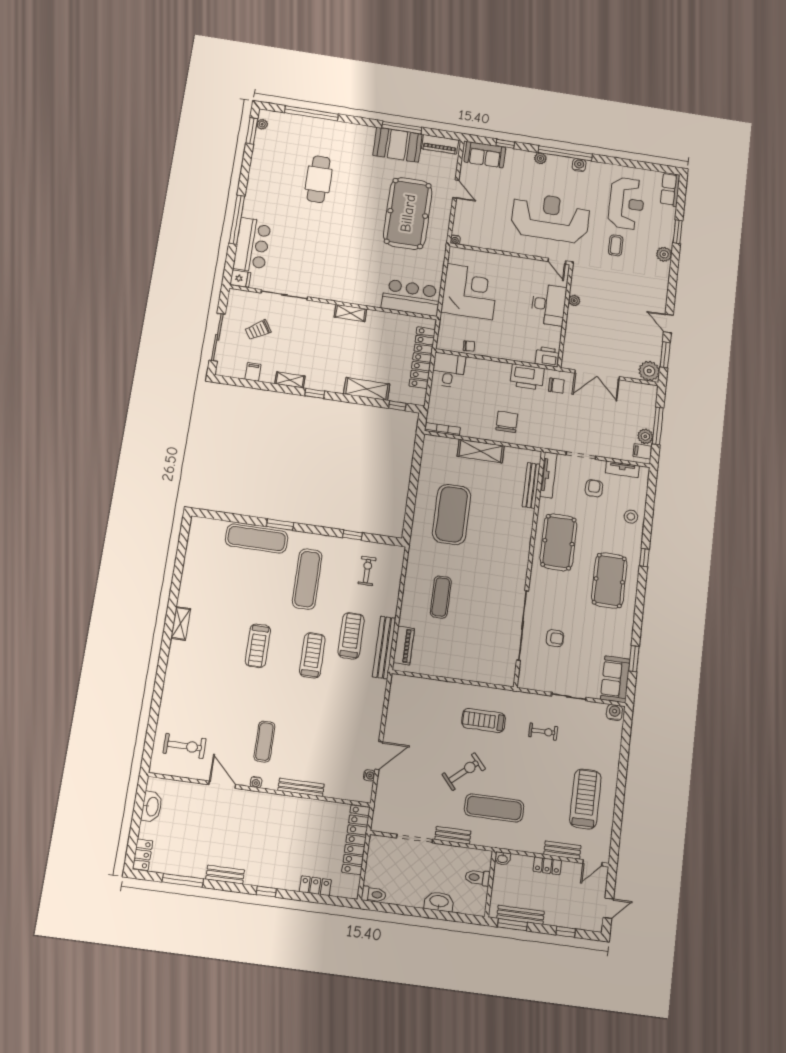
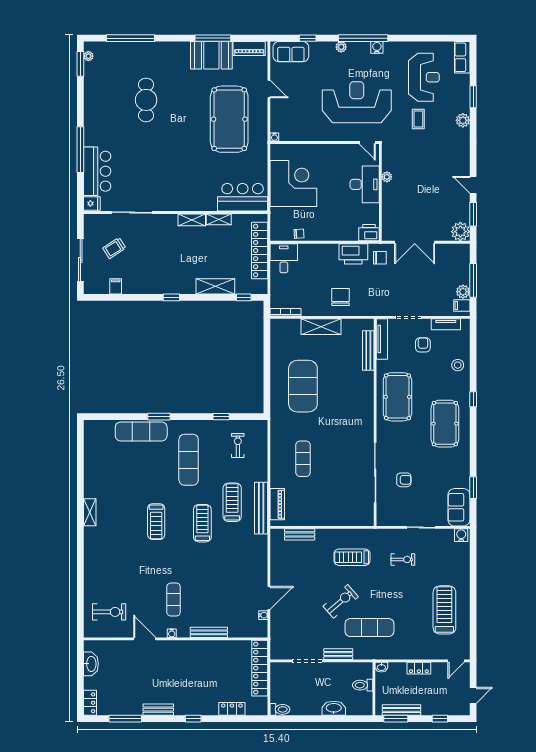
shelving: (290, 380) -> (219, 219), moved
bench: (562, 850) -> (300, 534), moved

